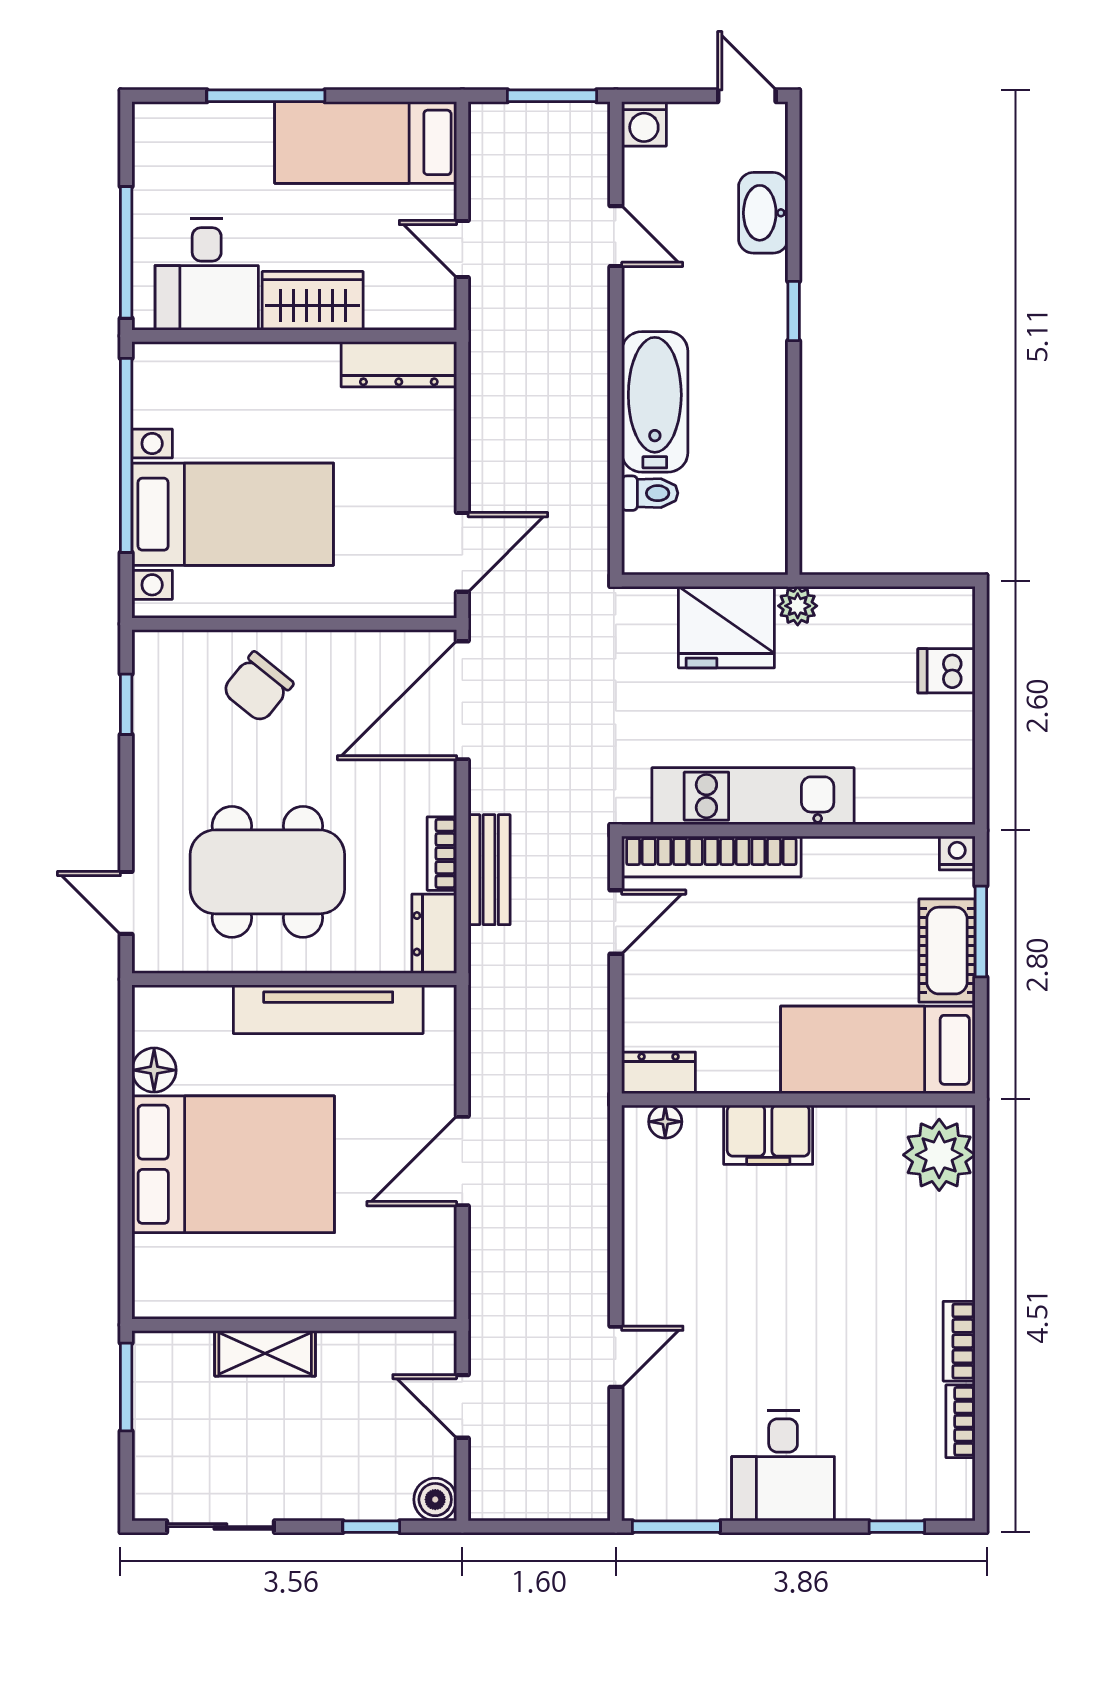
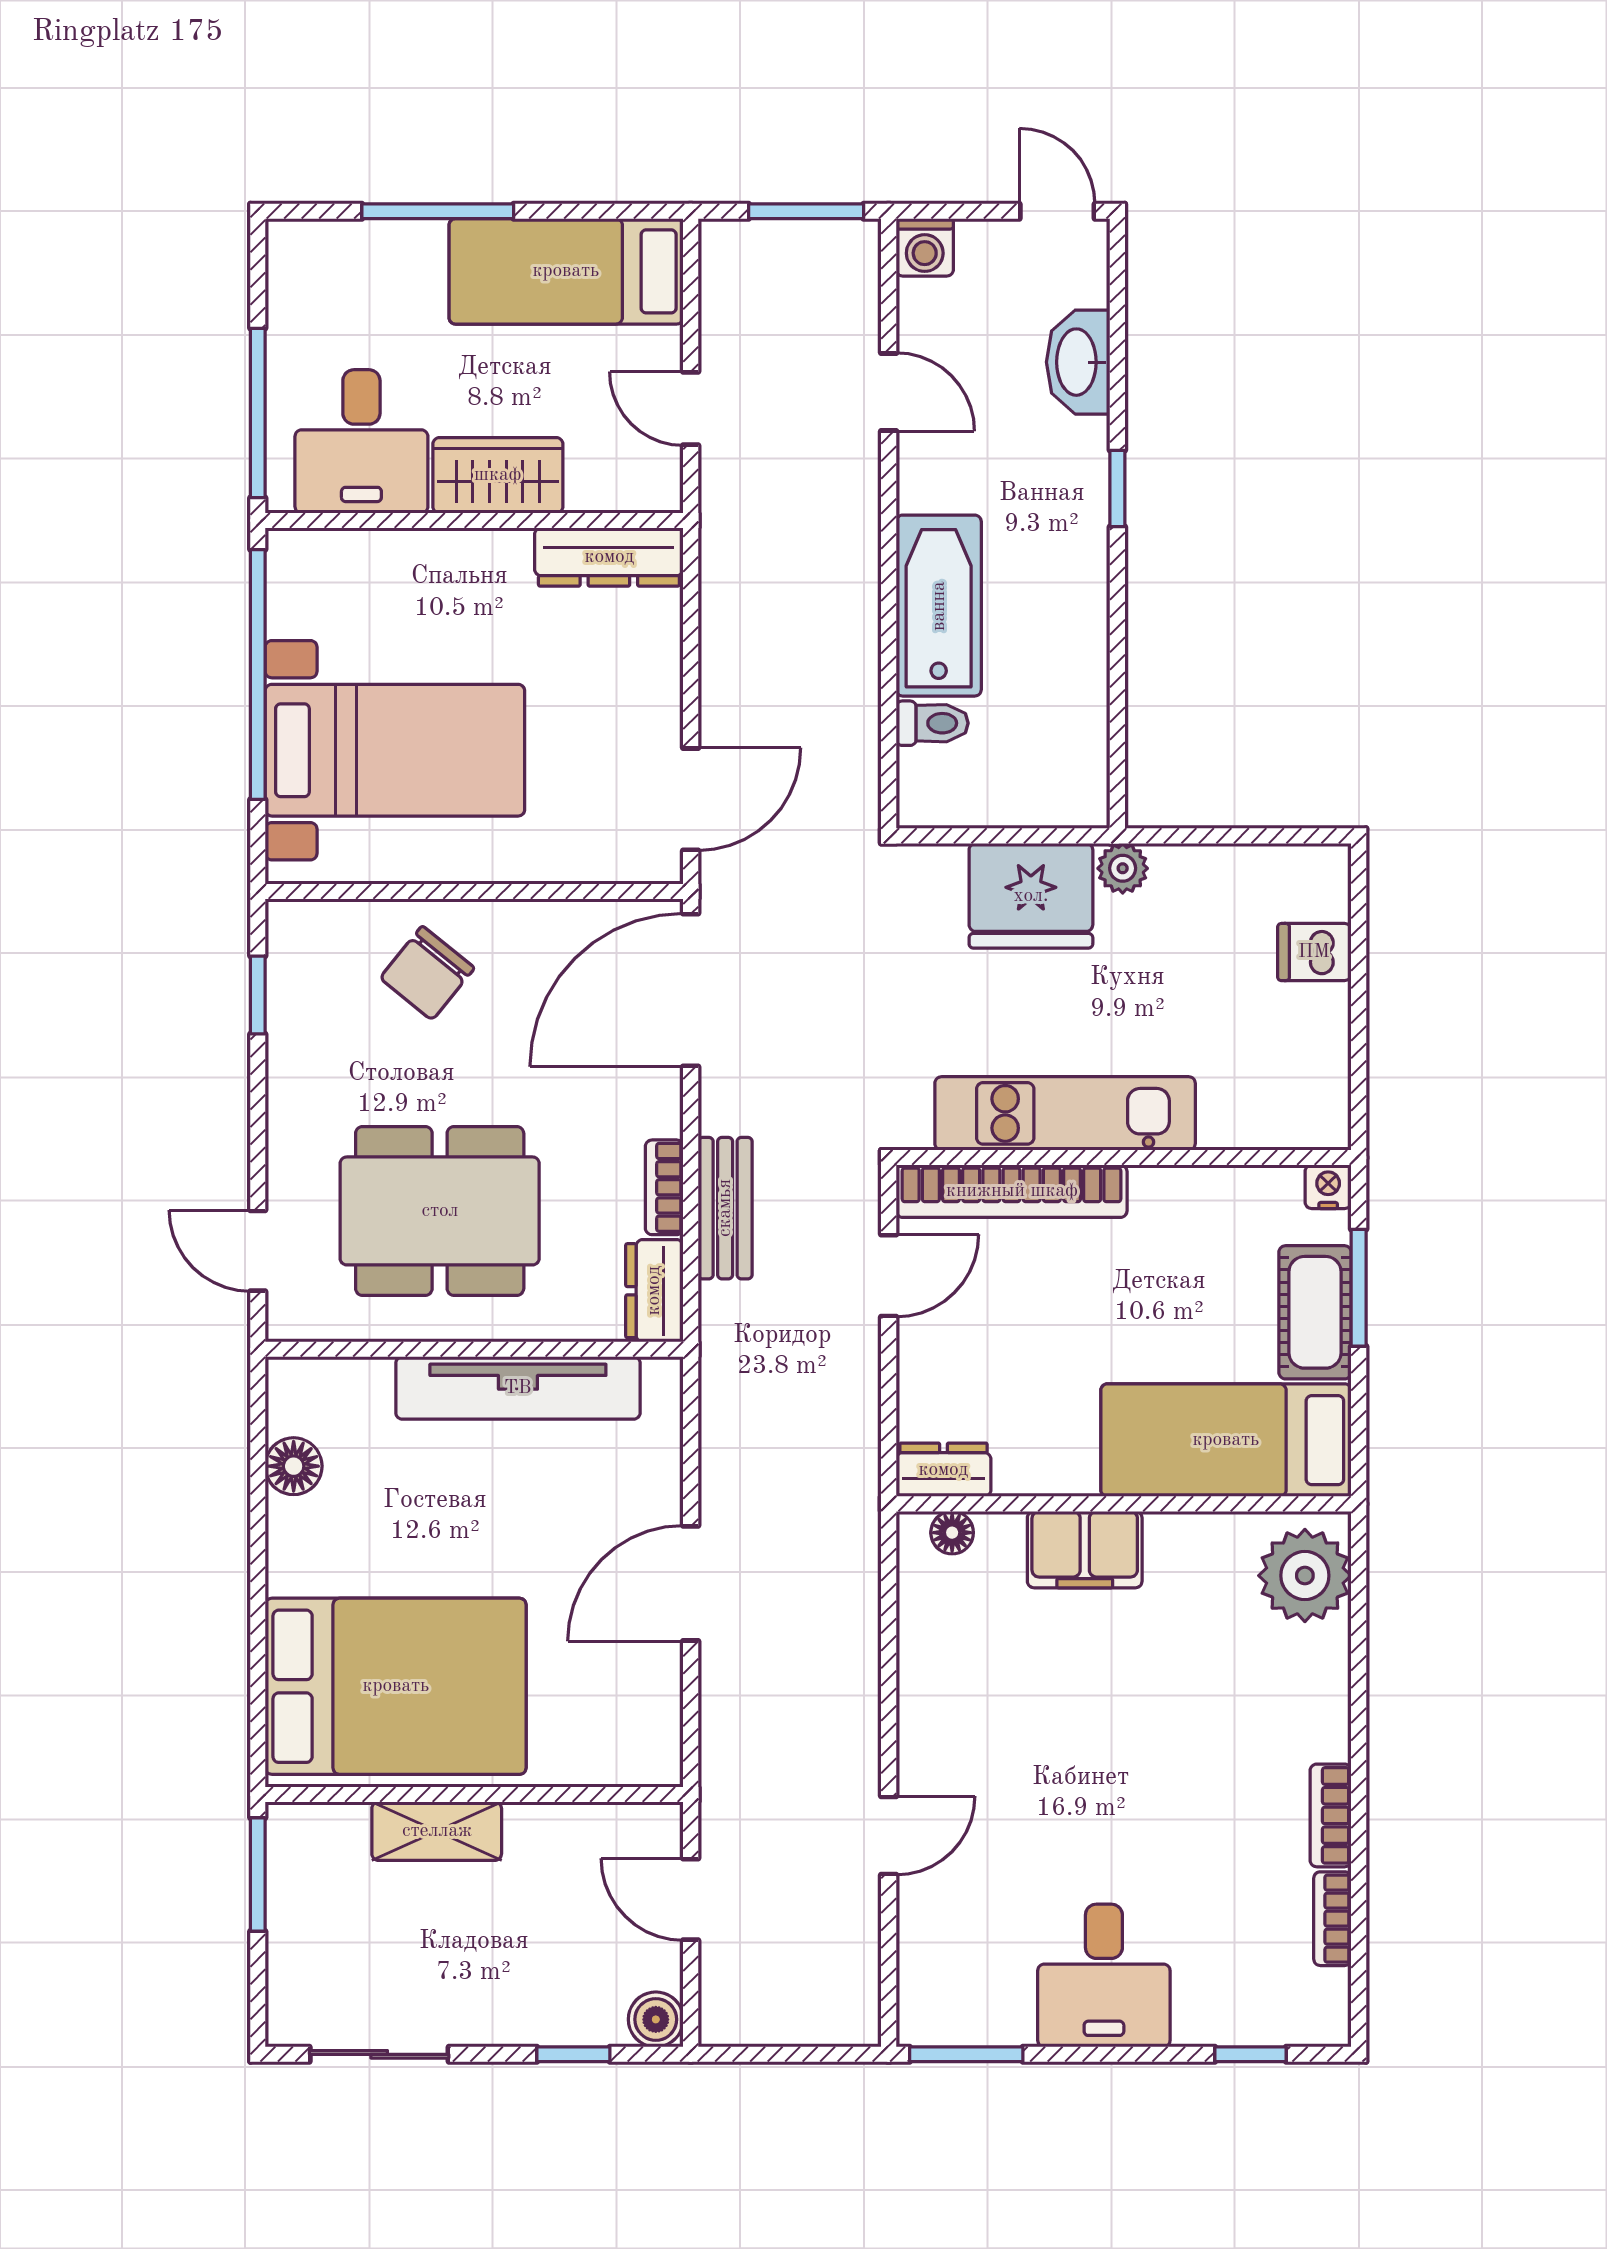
bed: (233, 1164) -> (396, 1686), moved

